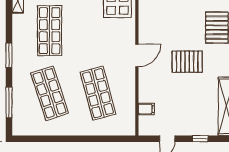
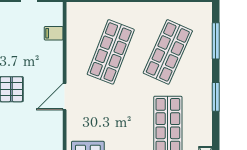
shop shelf: (50, 93) -> (168, 52), turned 42
shop shelf: (98, 93) -> (111, 52), turned 36

